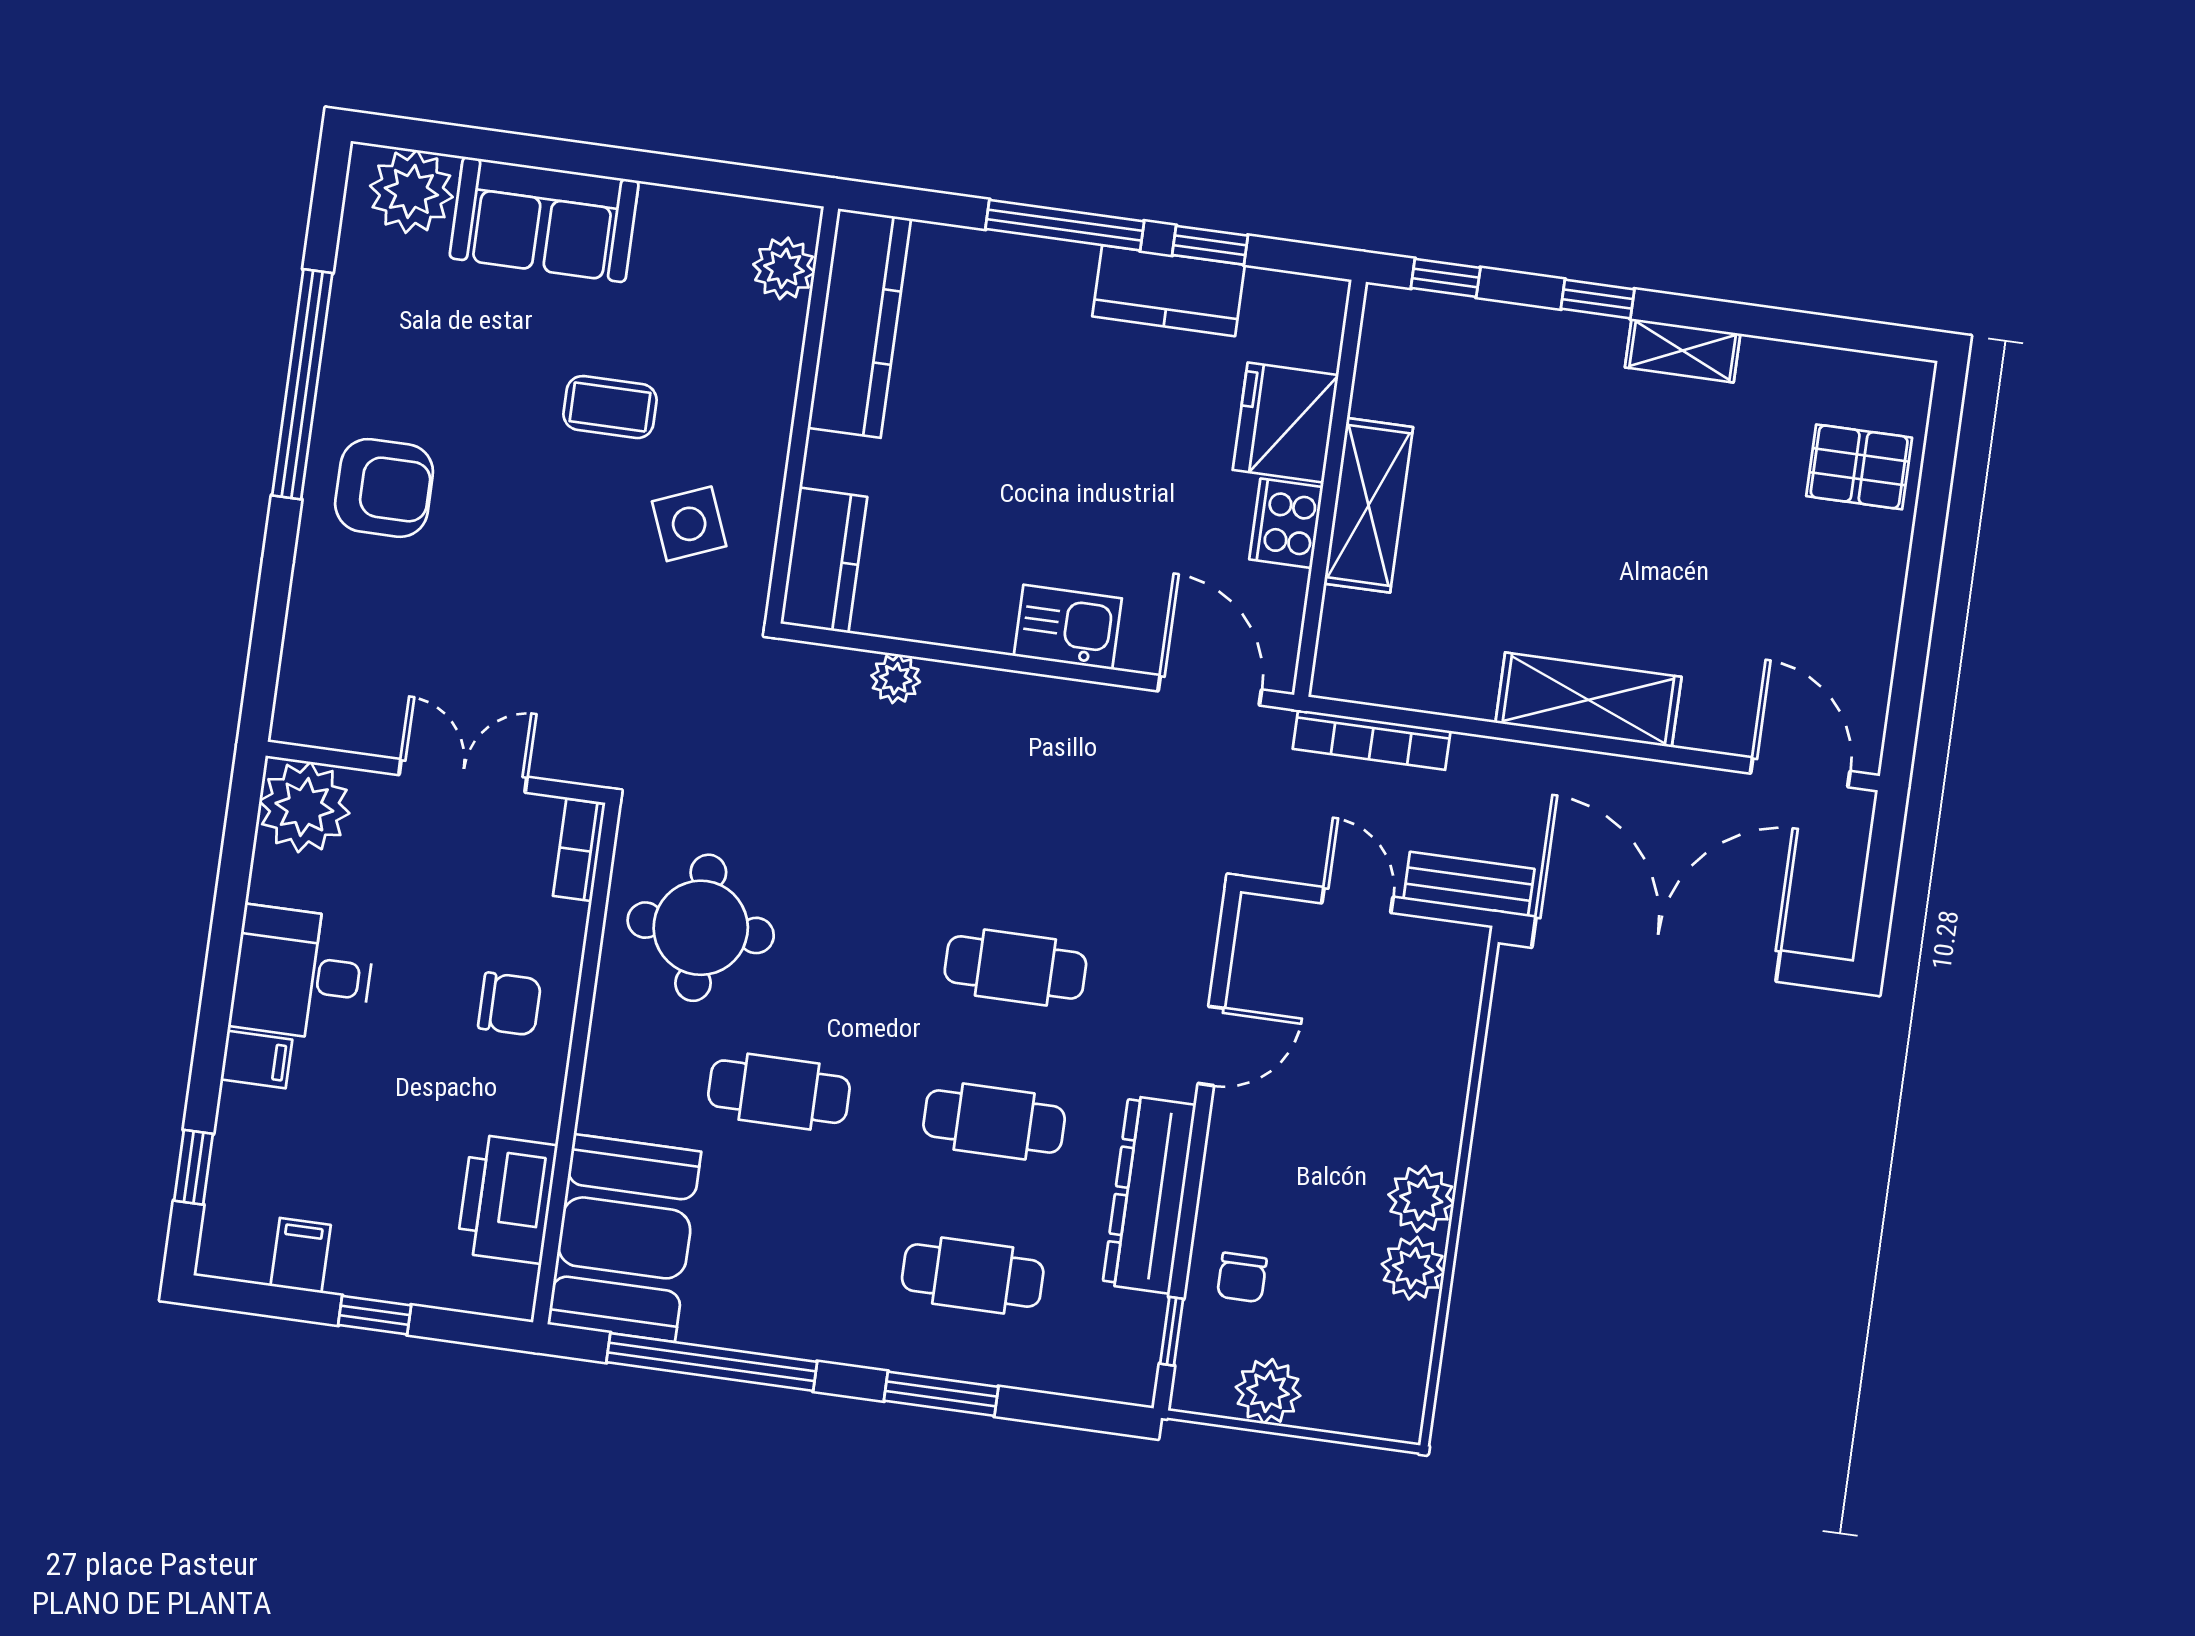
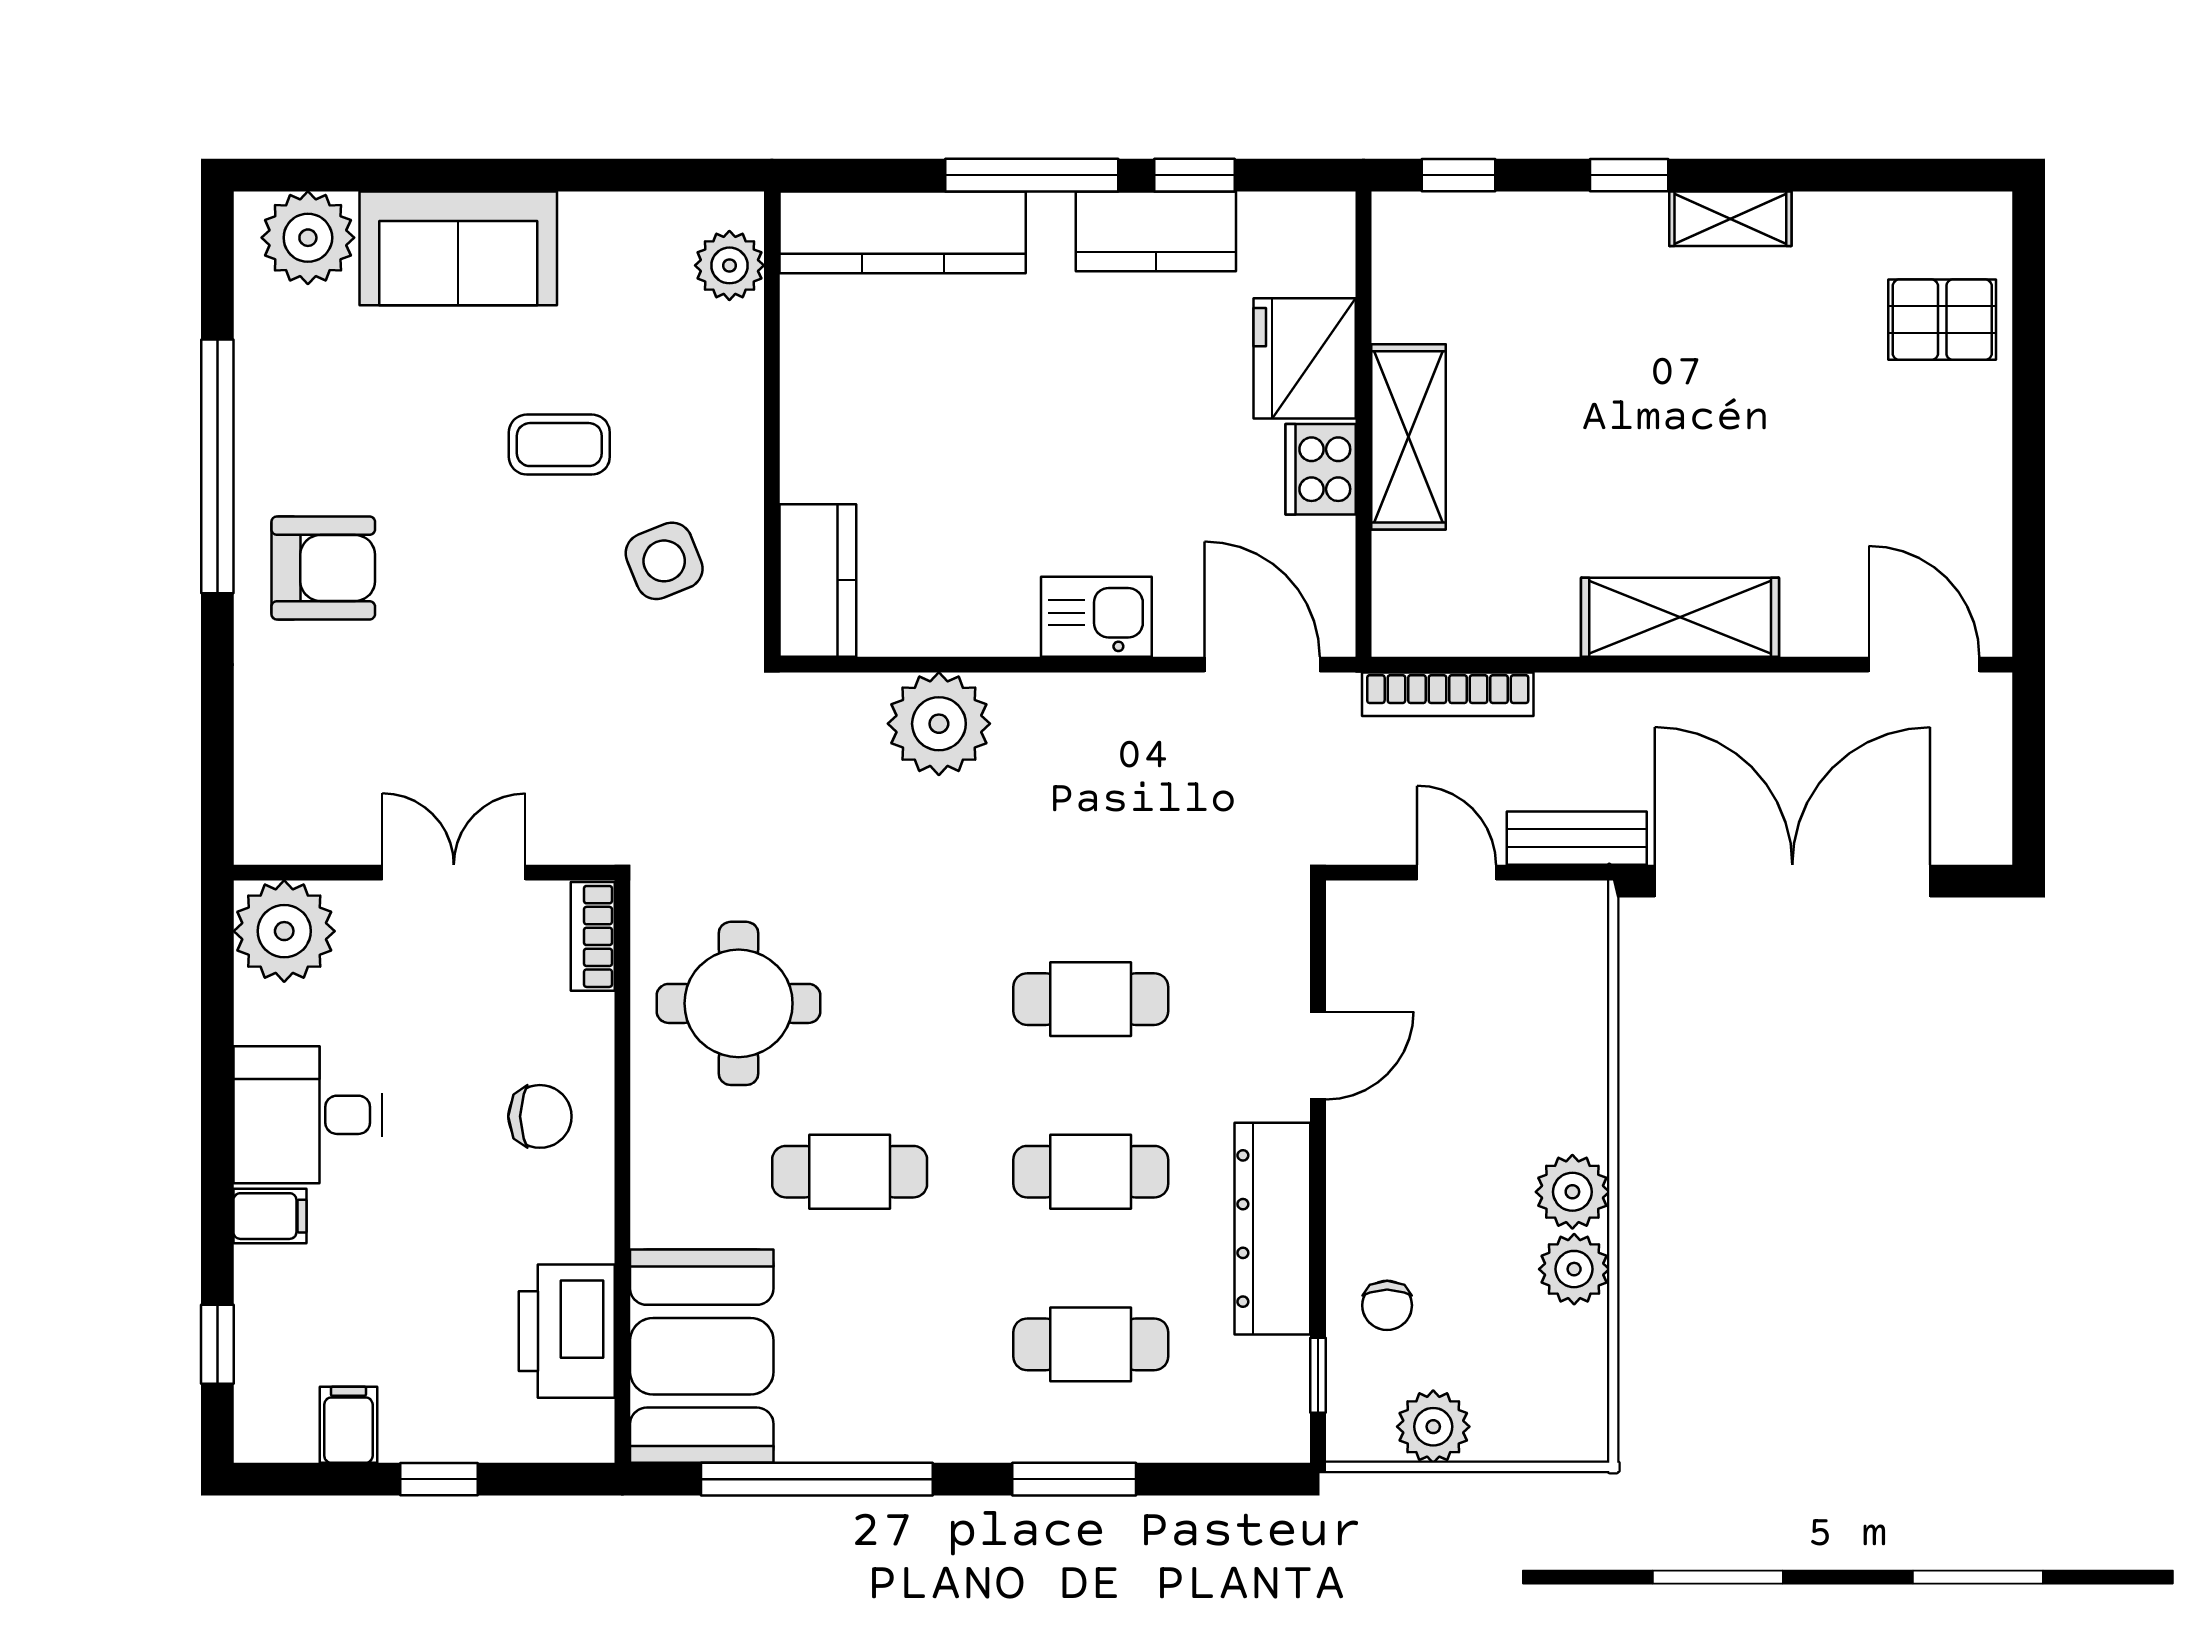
kitchen counter: (859, 323) -> (903, 232), moved, turned 90
plant: (896, 679) -> (939, 724), width x1.88, depth x1.88

